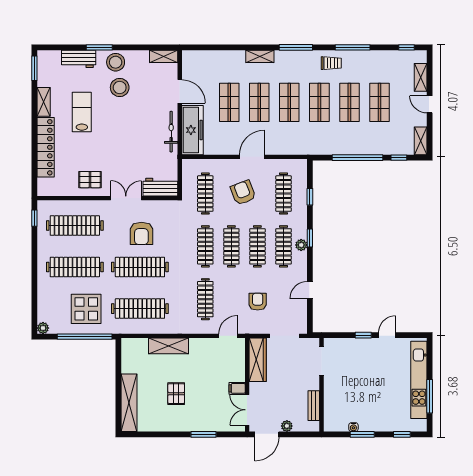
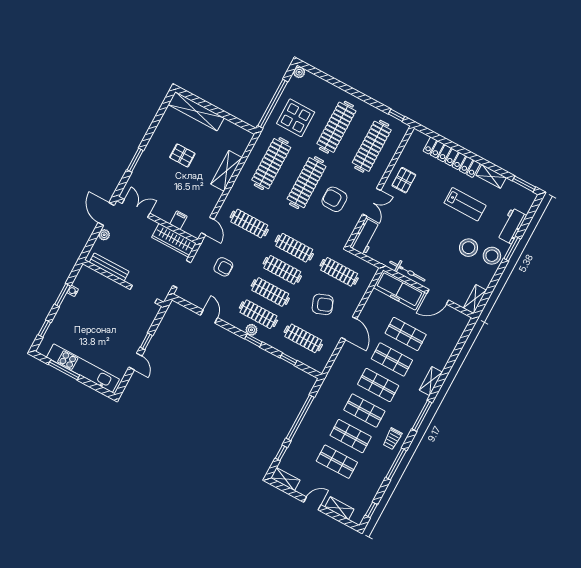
filing cabinet: (237, 388) -> (178, 220), moved
bench: (314, 406) -> (109, 267), width x1.36

